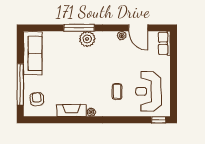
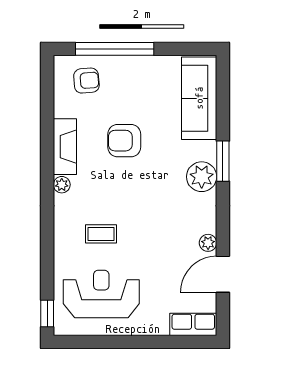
window: (79, 28) -> (223, 161), width x0.69
sofa: (33, 53) -> (199, 98), moved, turned 90
armchair: (68, 79) -> (124, 141), added

